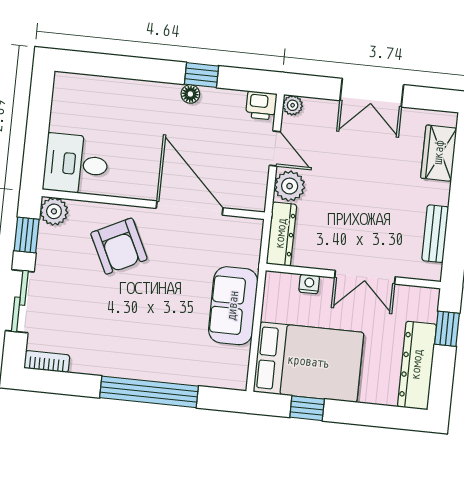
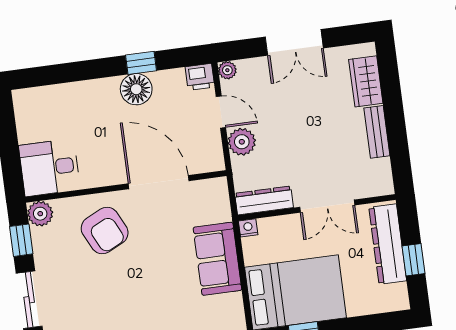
floor lamp: (190, 94) -> (136, 89), width x1.89, depth x1.89
dresser: (281, 234) -> (264, 200), moved, turned -90
bench: (435, 234) -> (377, 132), moved
nightstand: (309, 284) -> (248, 228), moved
window: (447, 329) -> (414, 260), moved
dresser: (417, 365) -> (388, 244), moved

